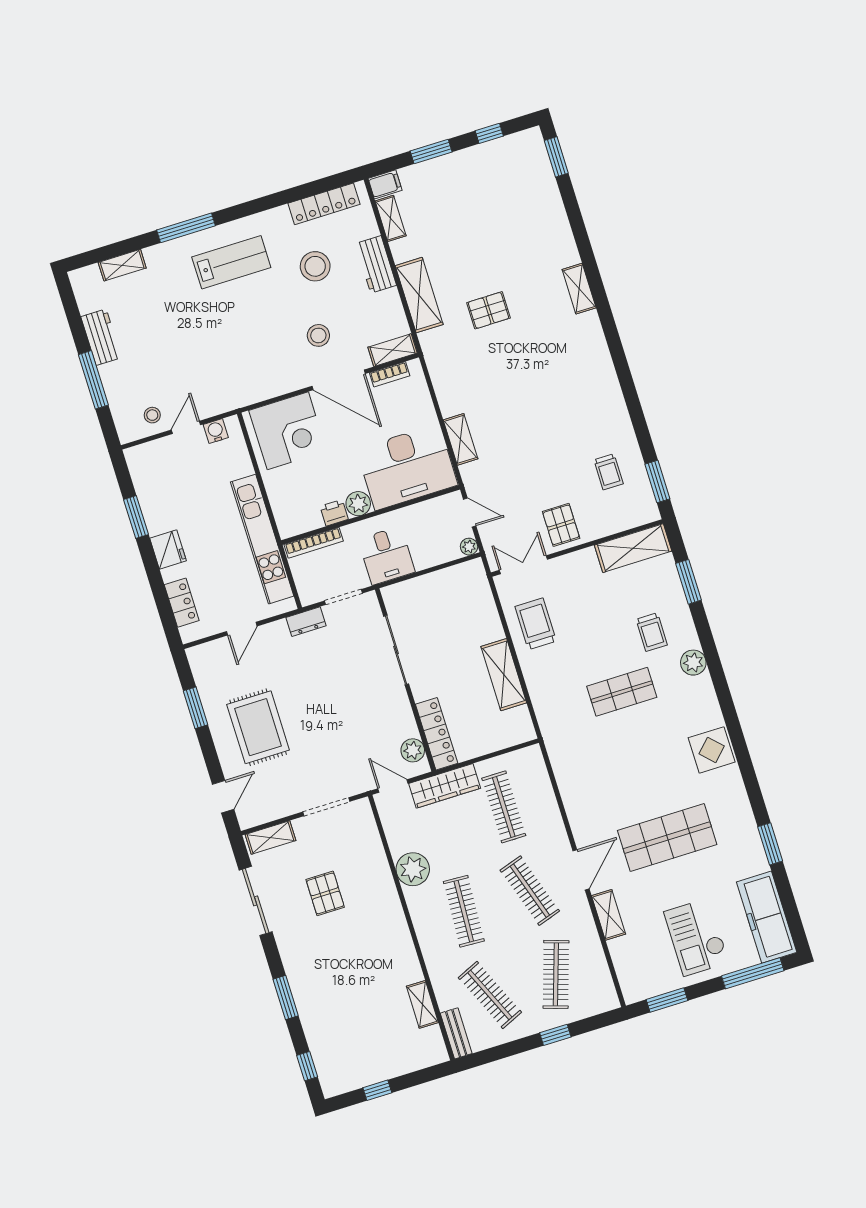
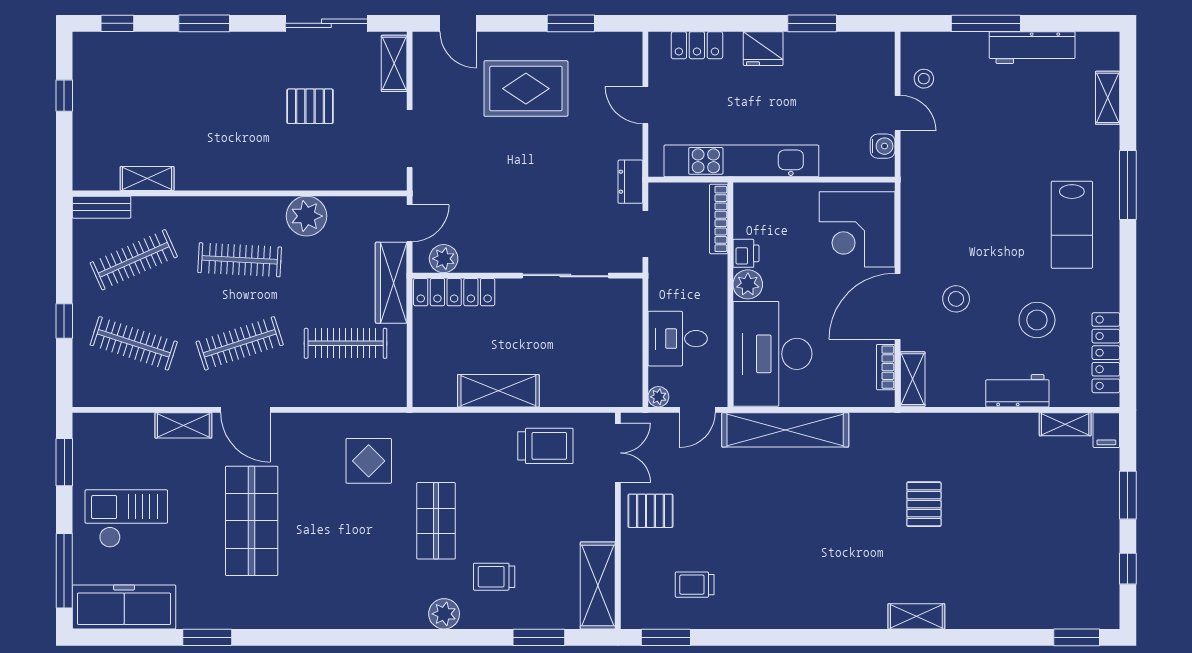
shelving: (419, 295) -> (966, 430), removed
workbench: (101, 337) -> (1032, 48), width x1.38
shelving: (461, 439) -> (785, 430), width x2.20, depth x1.33
desk: (387, 556) -> (678, 339), moved
display table: (712, 750) -> (369, 461), moved

